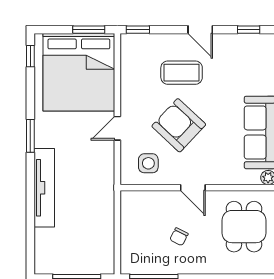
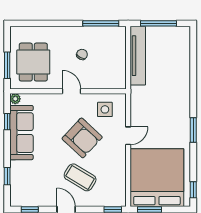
coffee table: (182, 73) -> (80, 177), turned 31
tv unit: (44, 188) -> (138, 56), moved, turned 180

